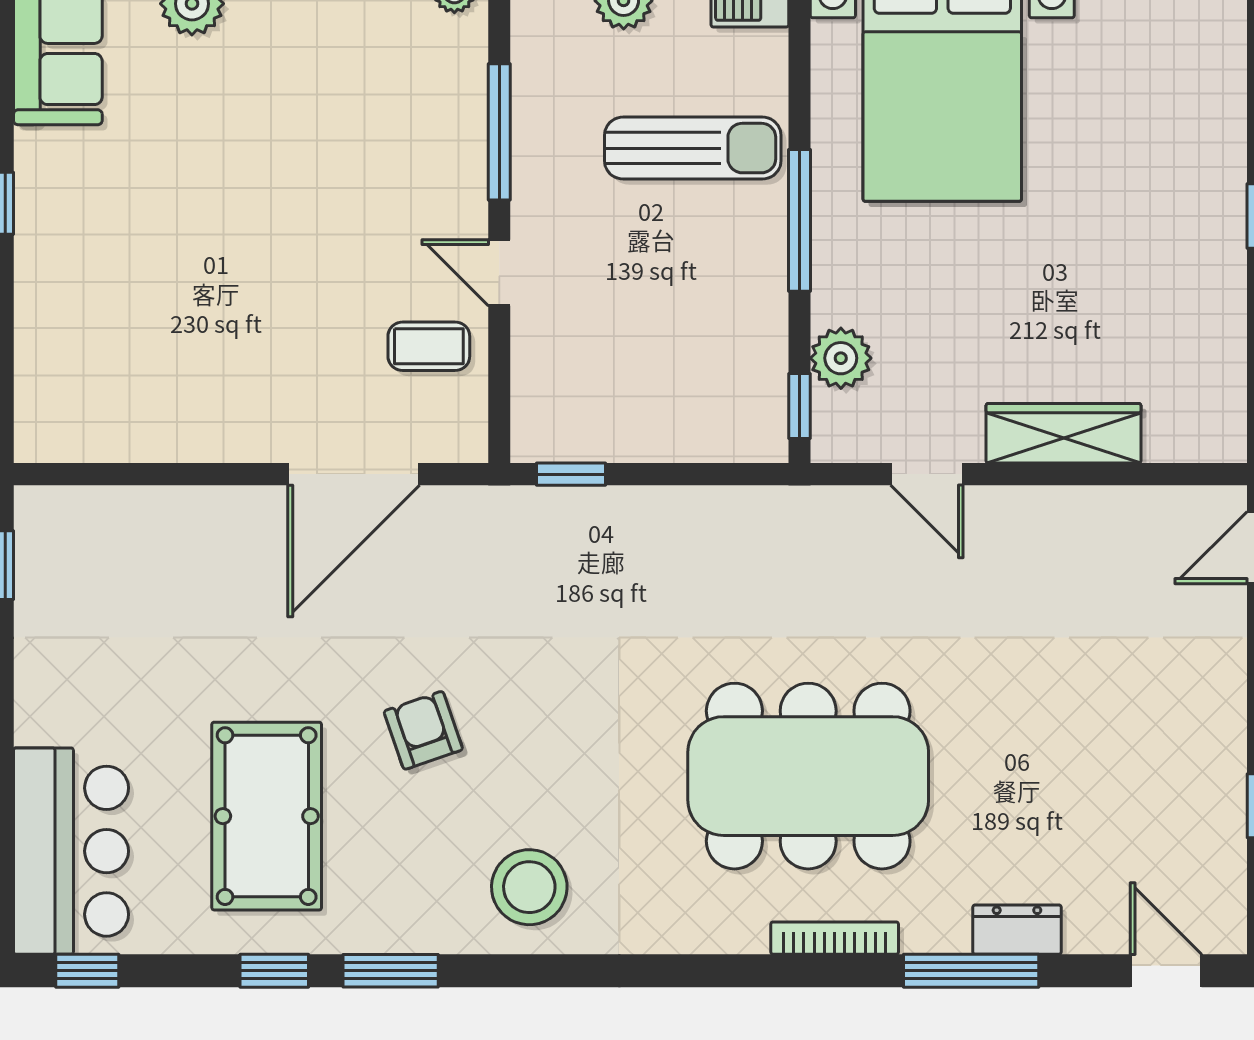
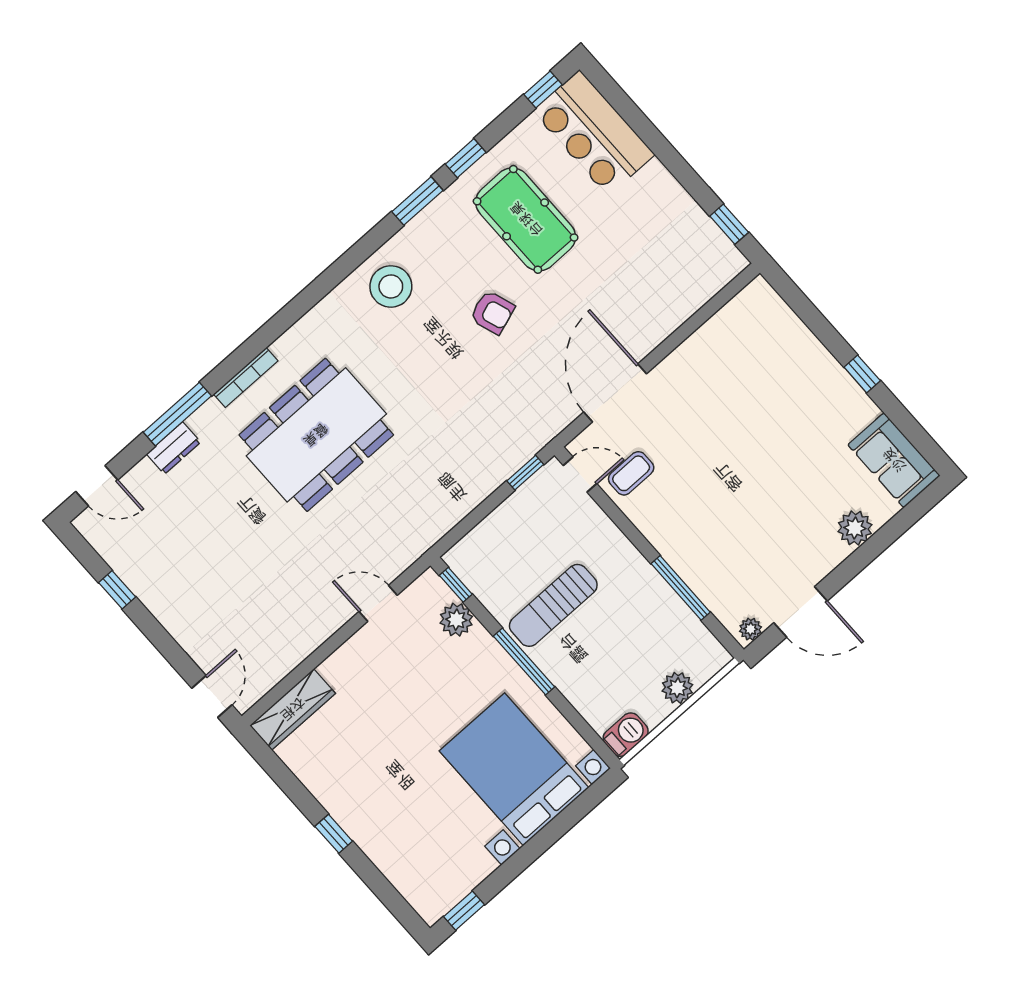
sun lounger: (693, 148) -> (553, 605), moved
door: (499, 273) -> (580, 474), moved
wardrobe: (1064, 433) -> (293, 709), moved

